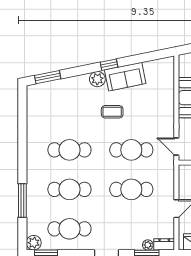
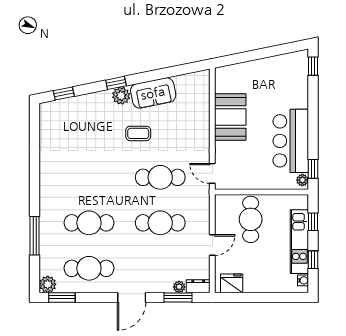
window: (109, 65) -> (116, 83), moved
window: (48, 77) -> (64, 93), width x0.67
cafe table: (69, 150) -> (89, 177), removed

